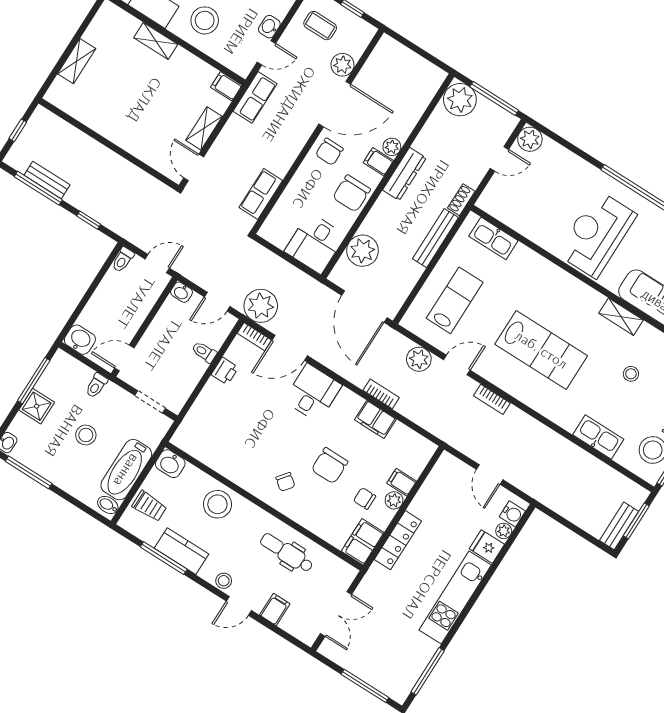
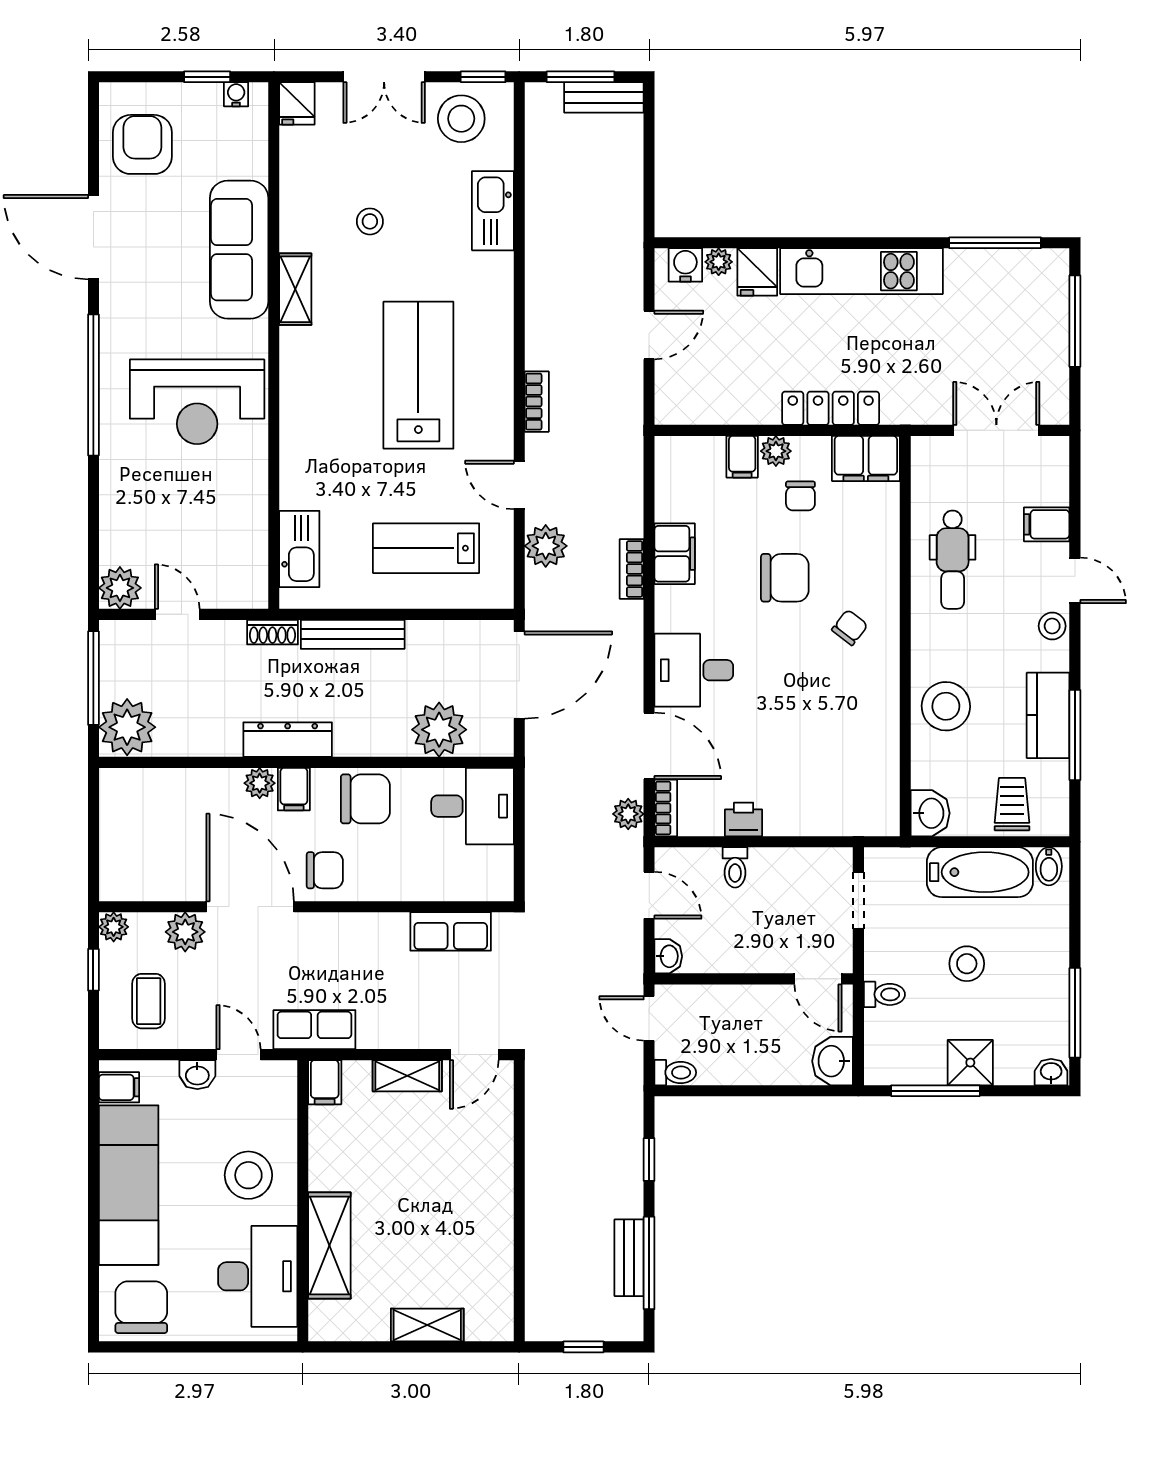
plant: (367, 31) -> (114, 927), added
shelving: (156, 41) -> (329, 1246), width x1.50, depth x1.33
plant: (261, 306) -> (628, 814), width x0.53, depth x0.53

